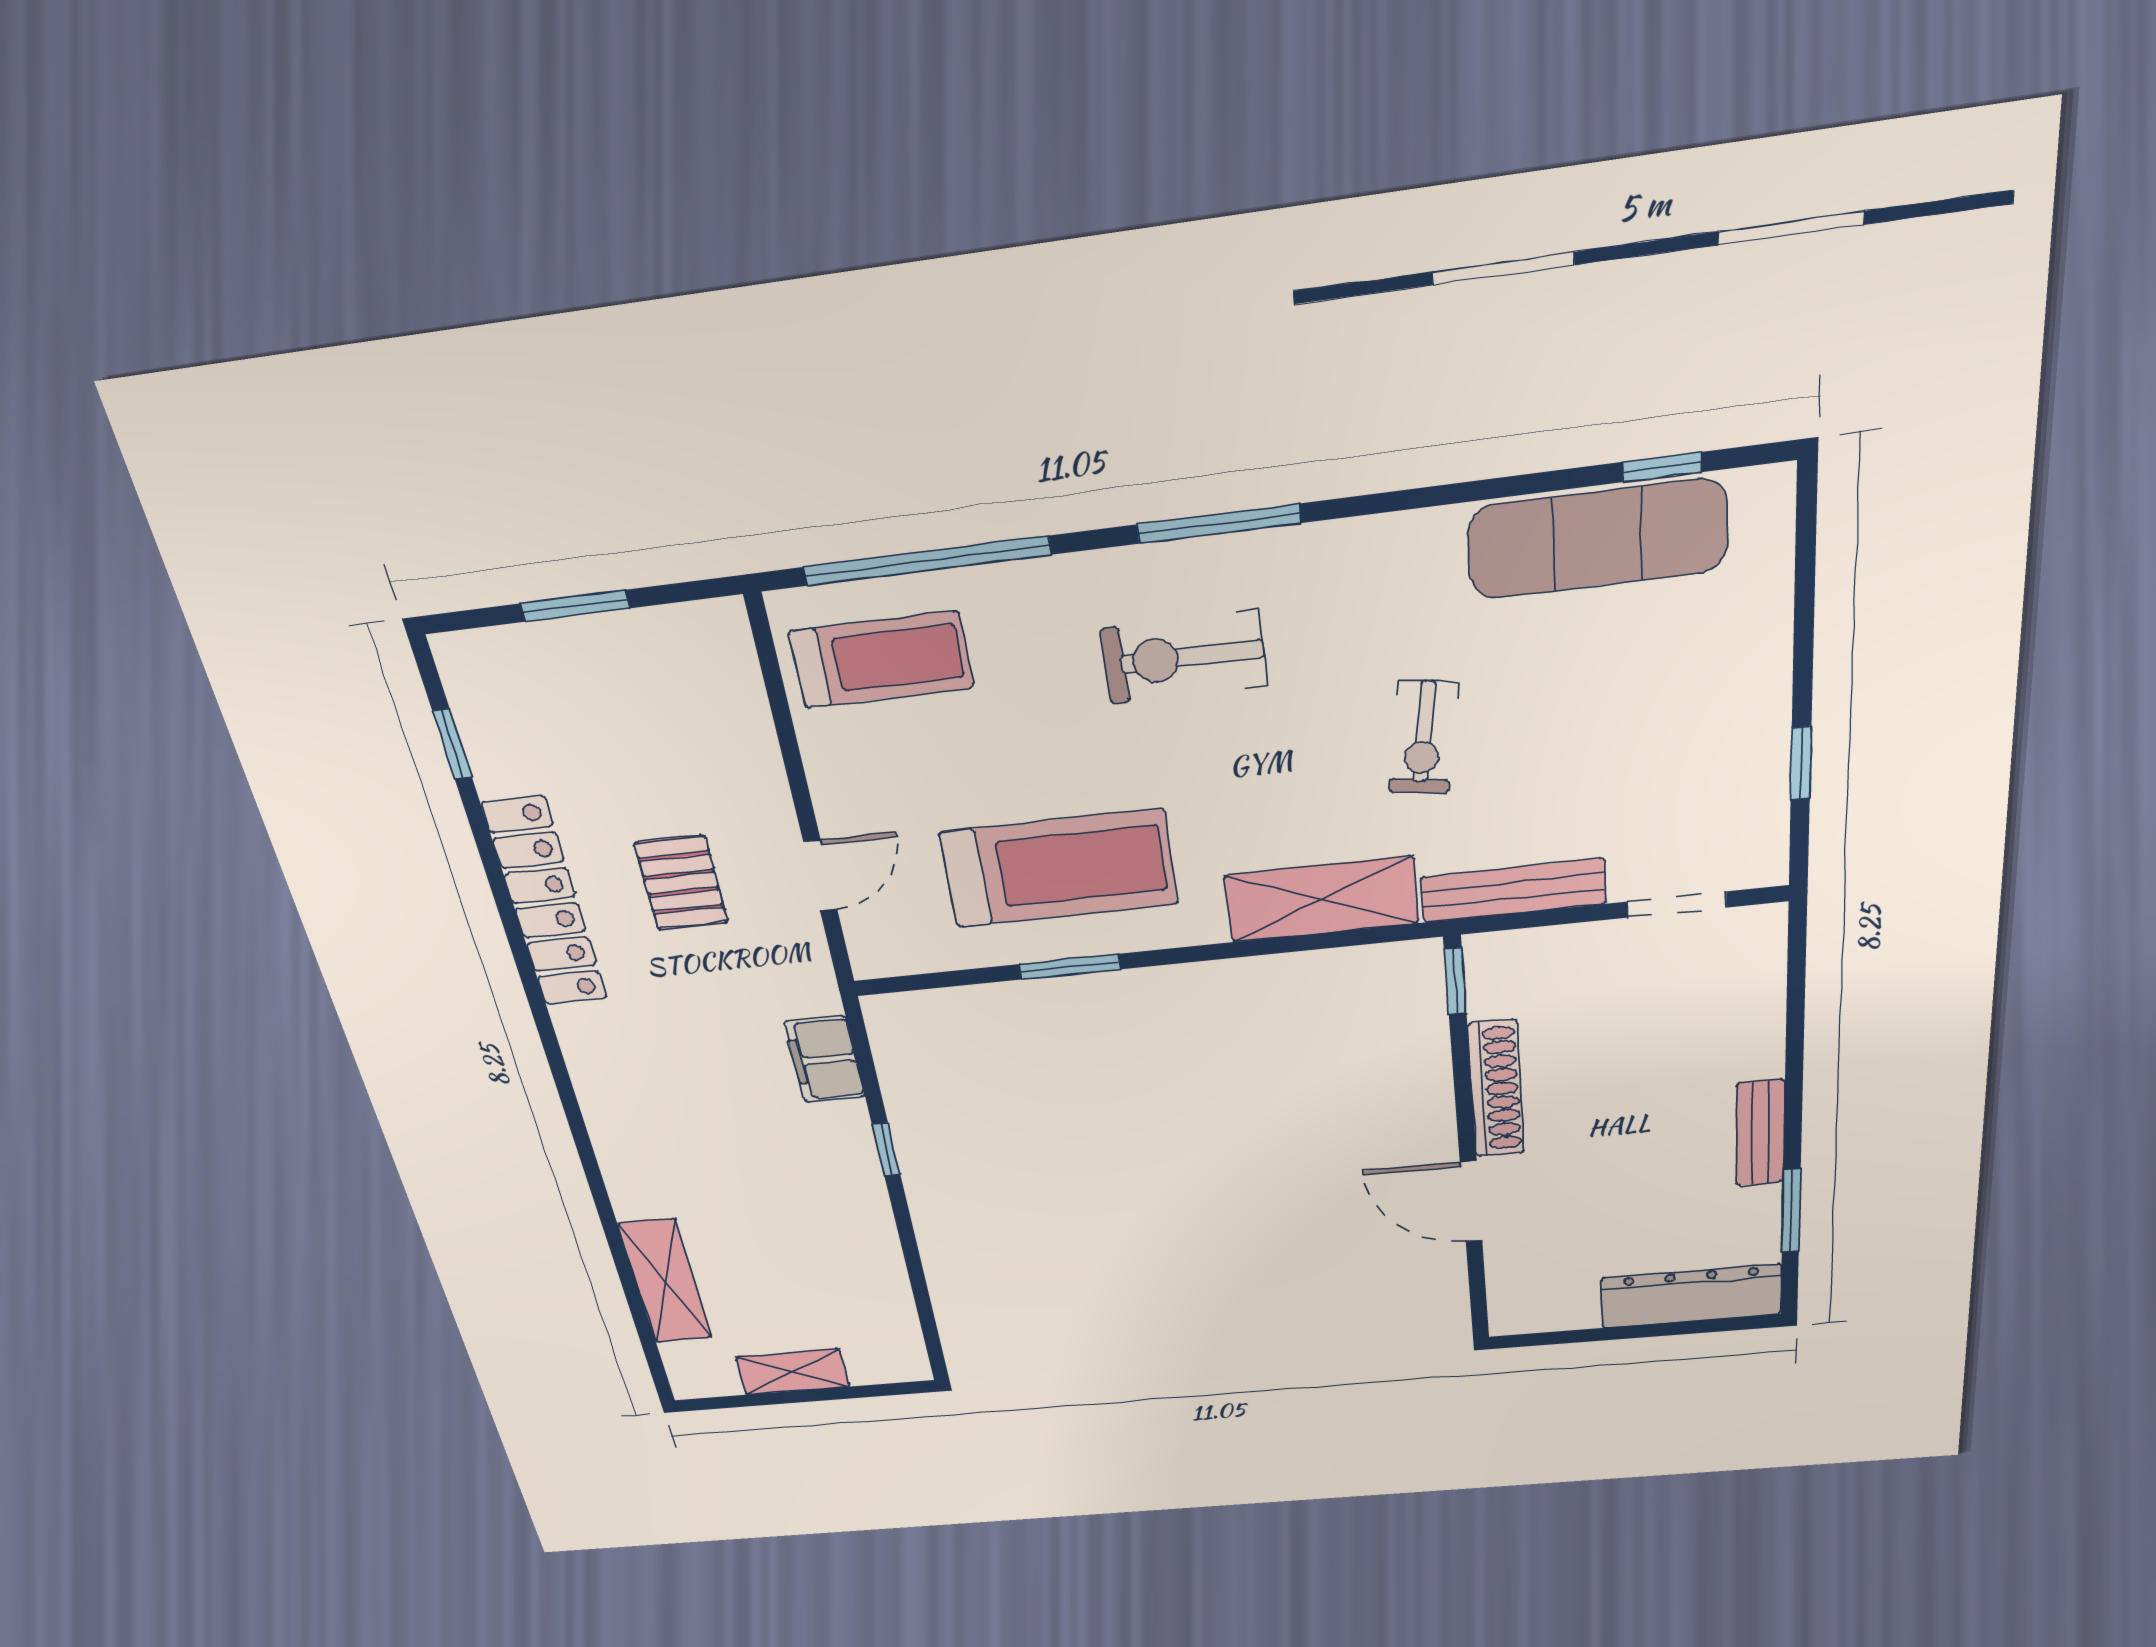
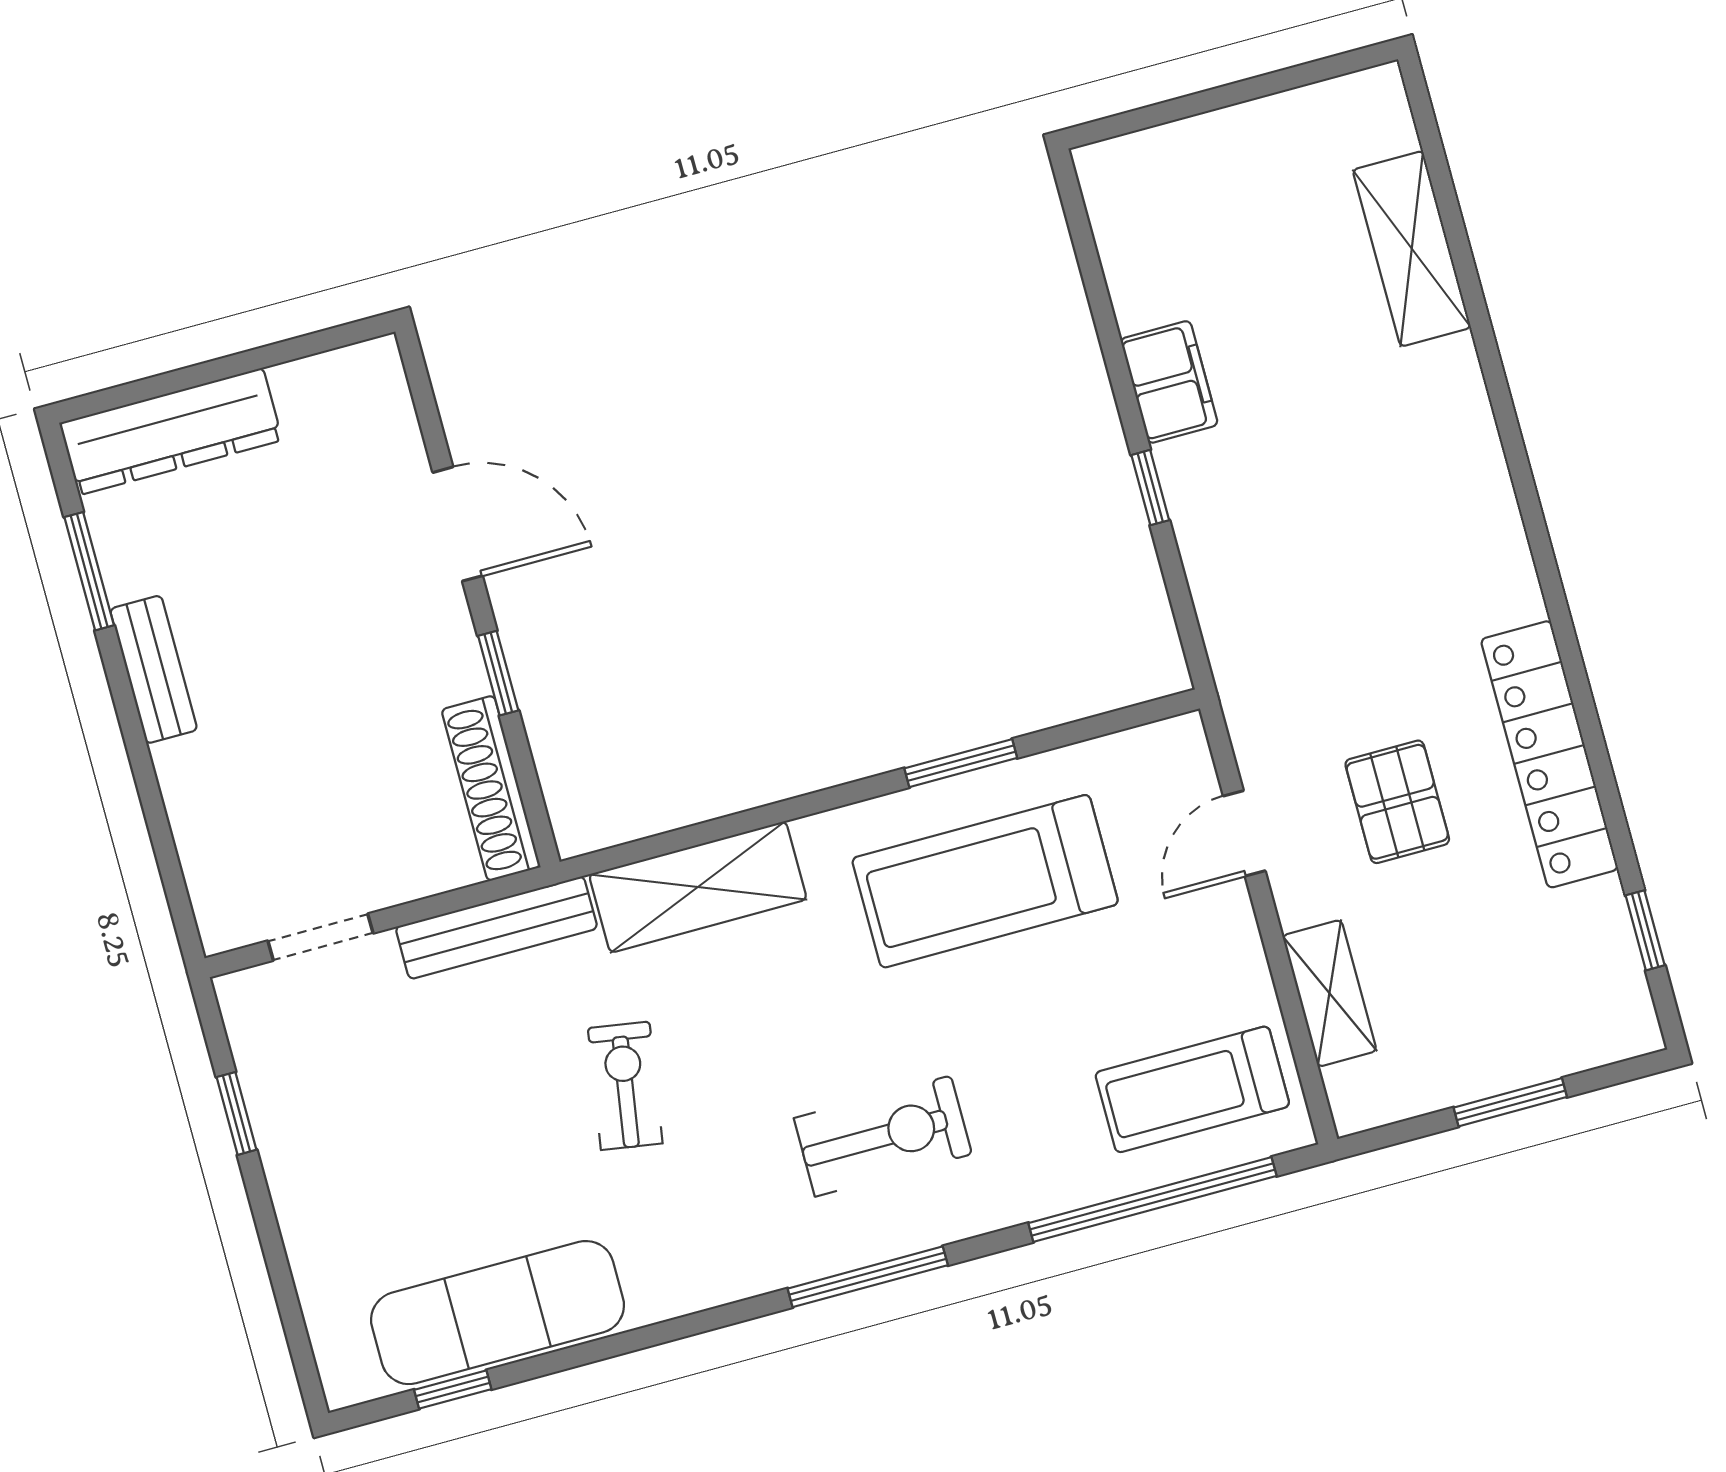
window: (1455, 981) -> (498, 673), moved
filing cabinet: (825, 1059) -> (1169, 382), moved
shoe rack: (1496, 1089) -> (491, 788), moved
shelving: (793, 1372) -> (1329, 993), moved, turned 90

